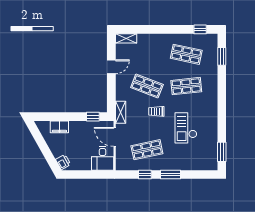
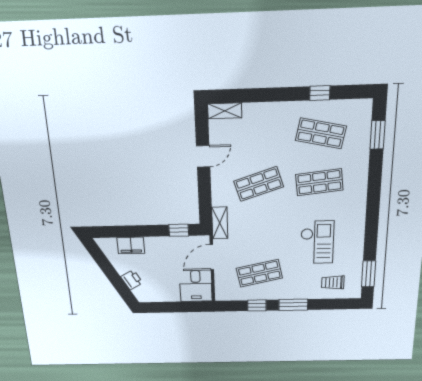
window: (200, 29) -> (320, 93), moved
shop shelf: (147, 86) -> (259, 184), turned -39
trolley: (156, 111) -> (333, 283), moved
checkout: (186, 128) -> (317, 242), turned 180
door: (115, 137) -> (212, 257), hinge flipped
printer: (63, 162) -> (132, 280), moved

